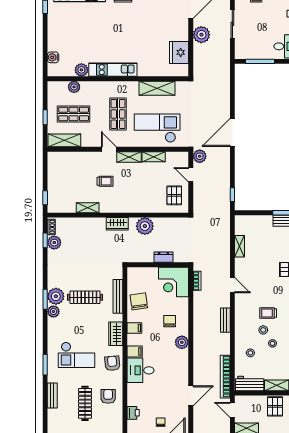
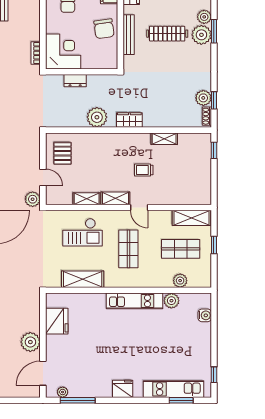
checkout: (157, 128) -> (82, 232), width x0.73, depth x0.83

